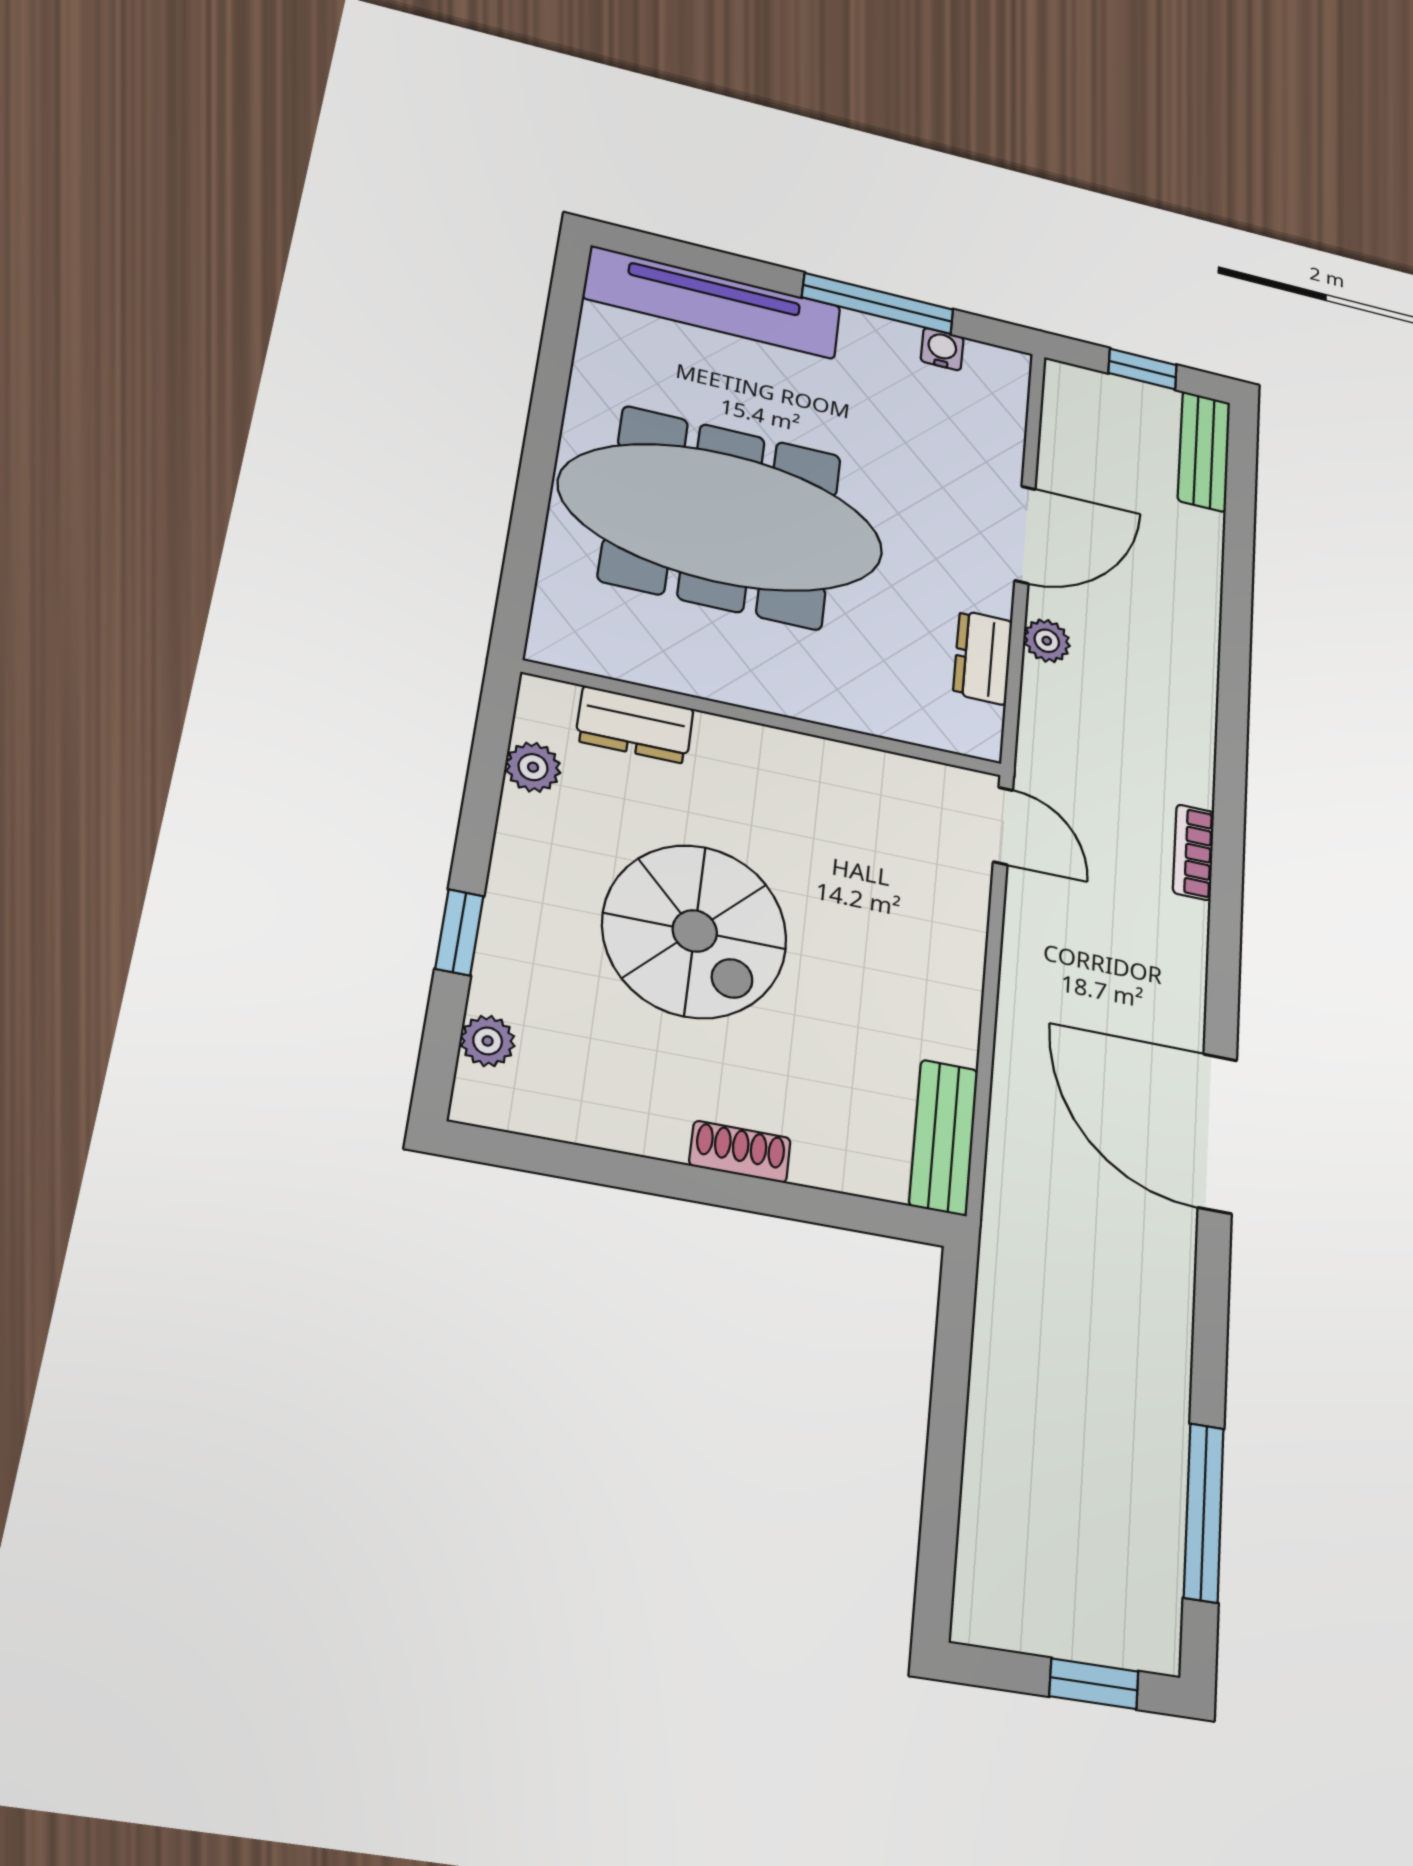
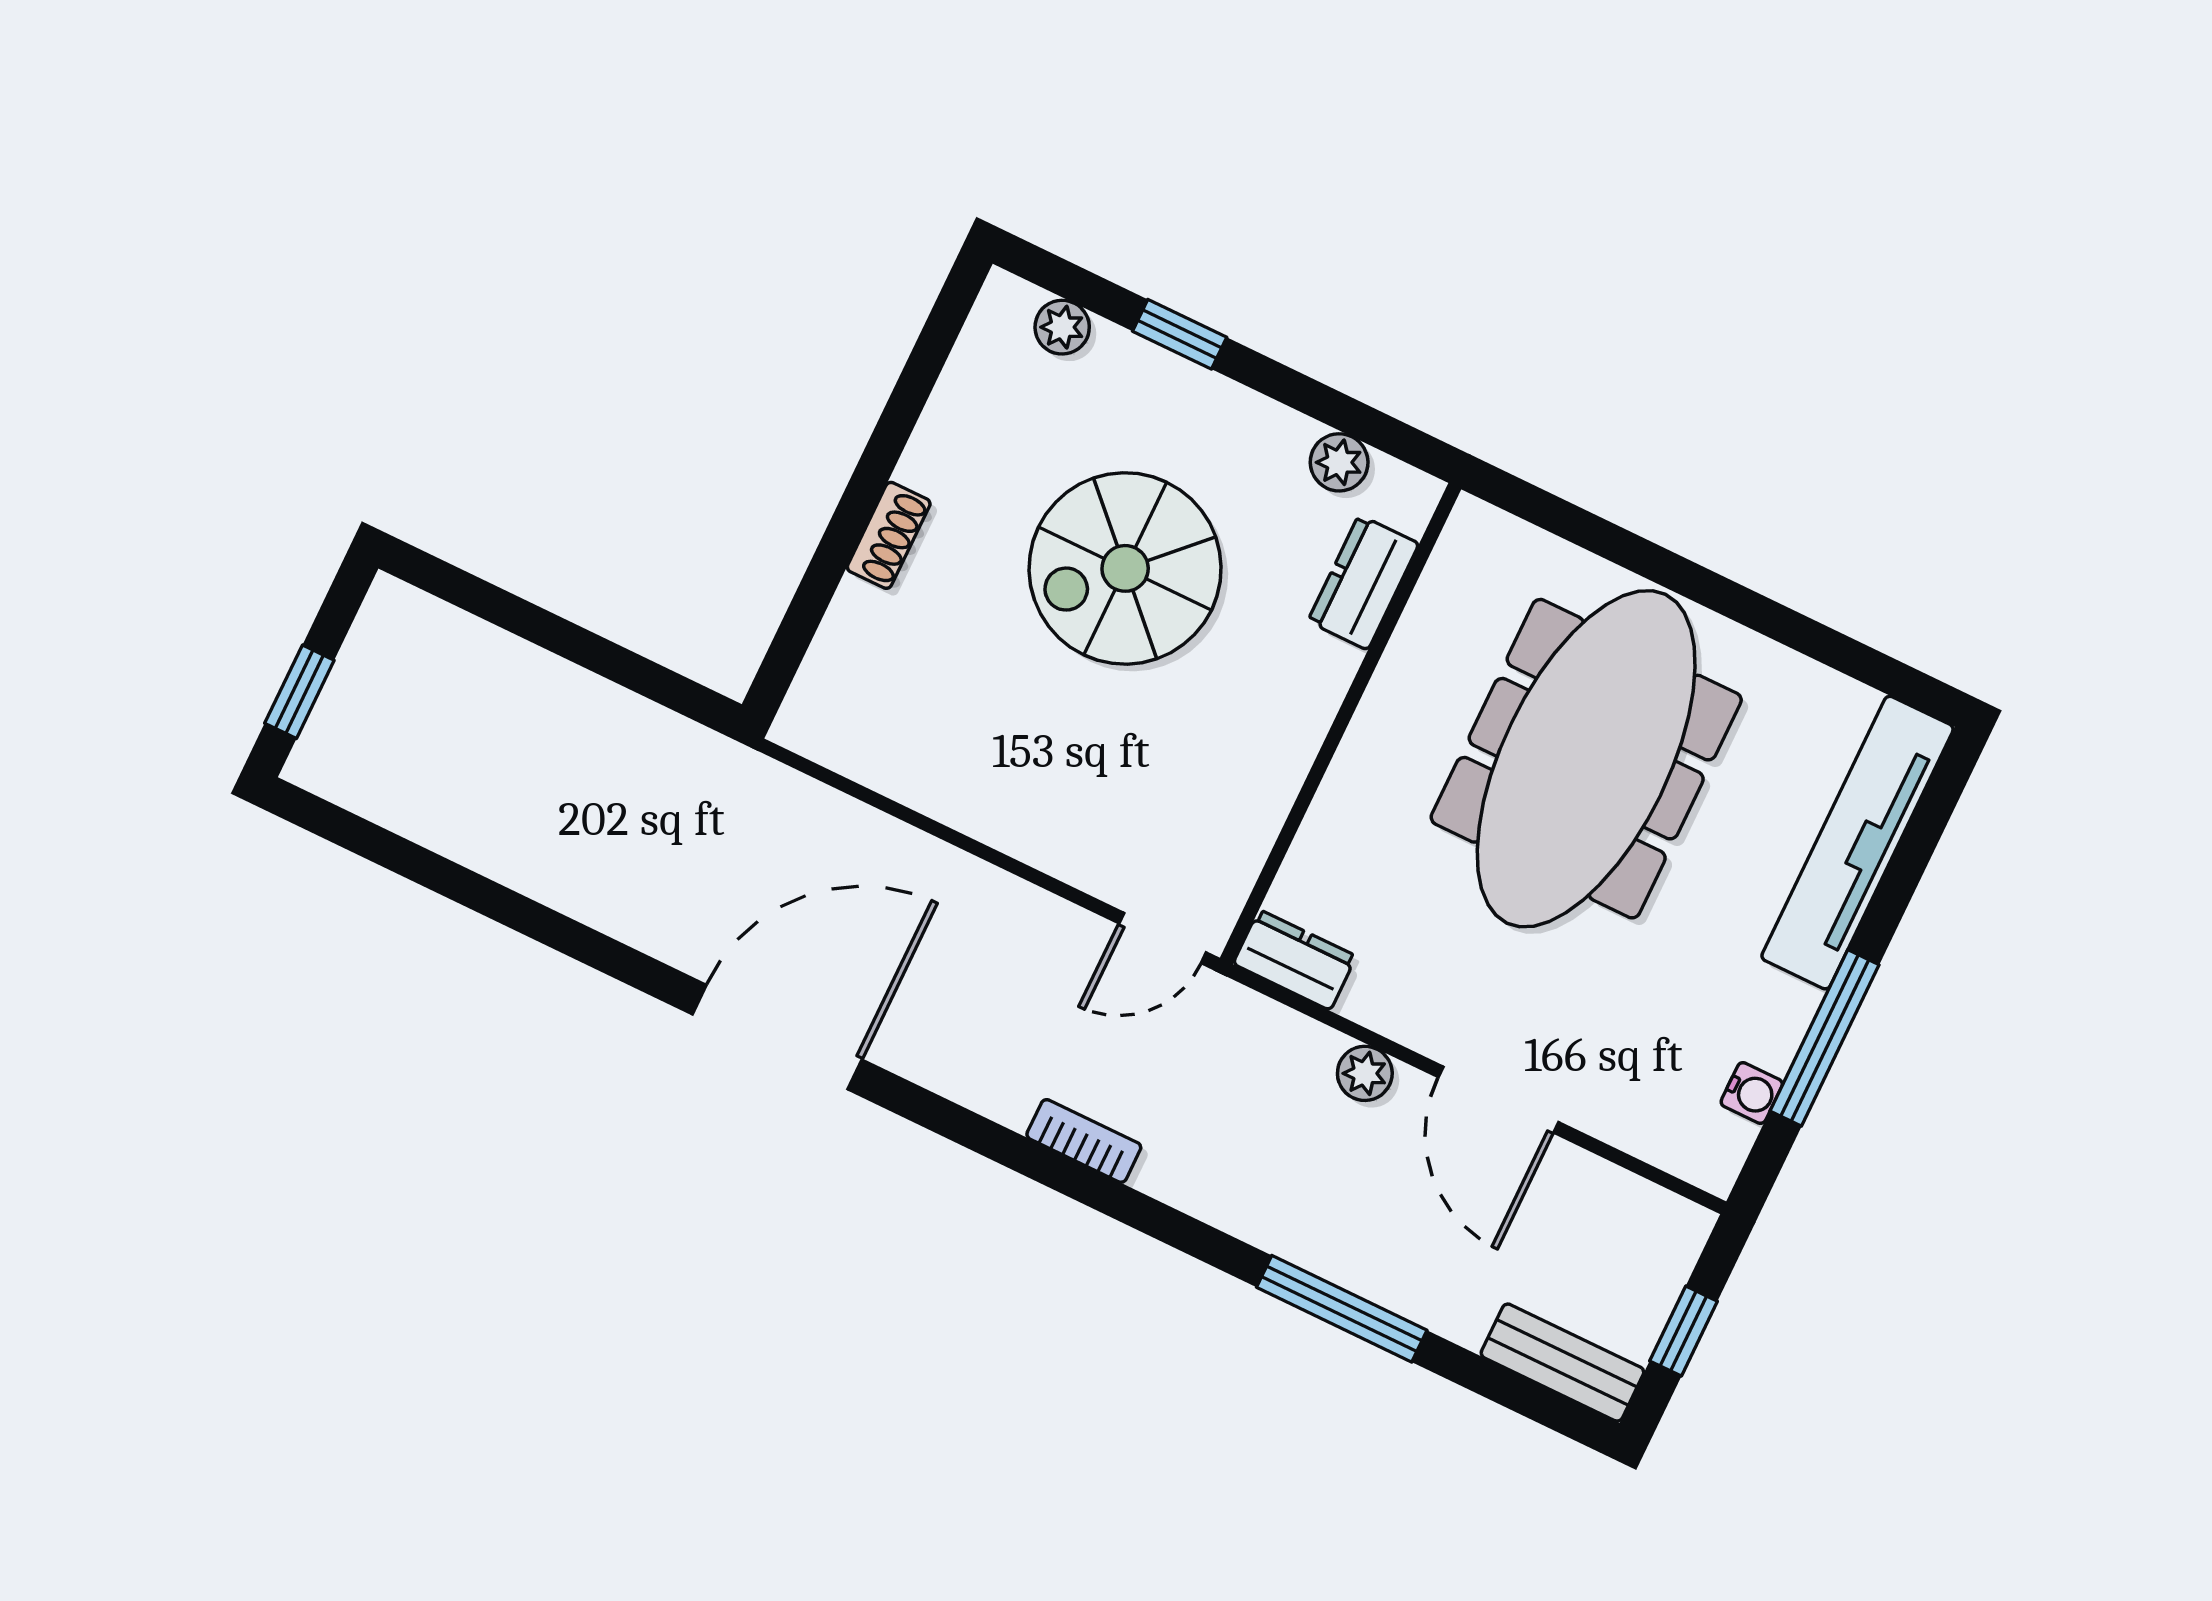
dresser: (983, 657) -> (1295, 960), moved
bench: (944, 1137) -> (849, 746), removed
window: (1204, 1512) -> (1342, 1309), moved

